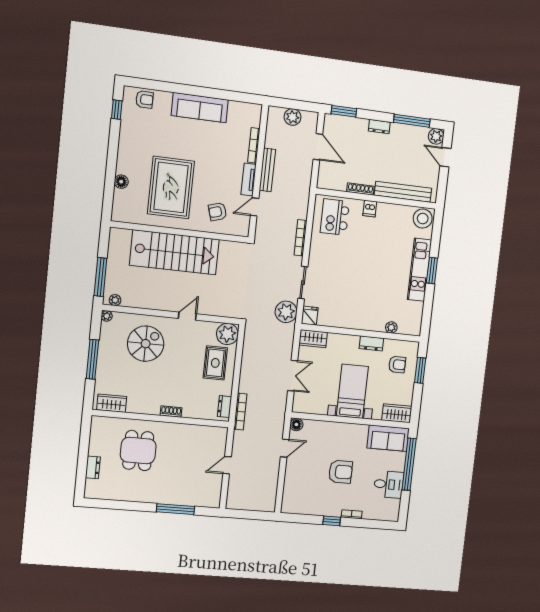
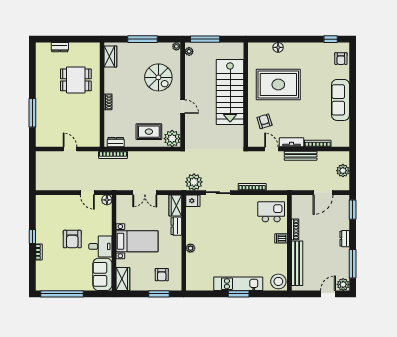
plant: (391, 327) -> (190, 248), moved
dresser: (371, 343) -> (176, 226), moved
window: (409, 464) -> (62, 294), moved
desk: (389, 484) -> (100, 246), moved, turned -90

